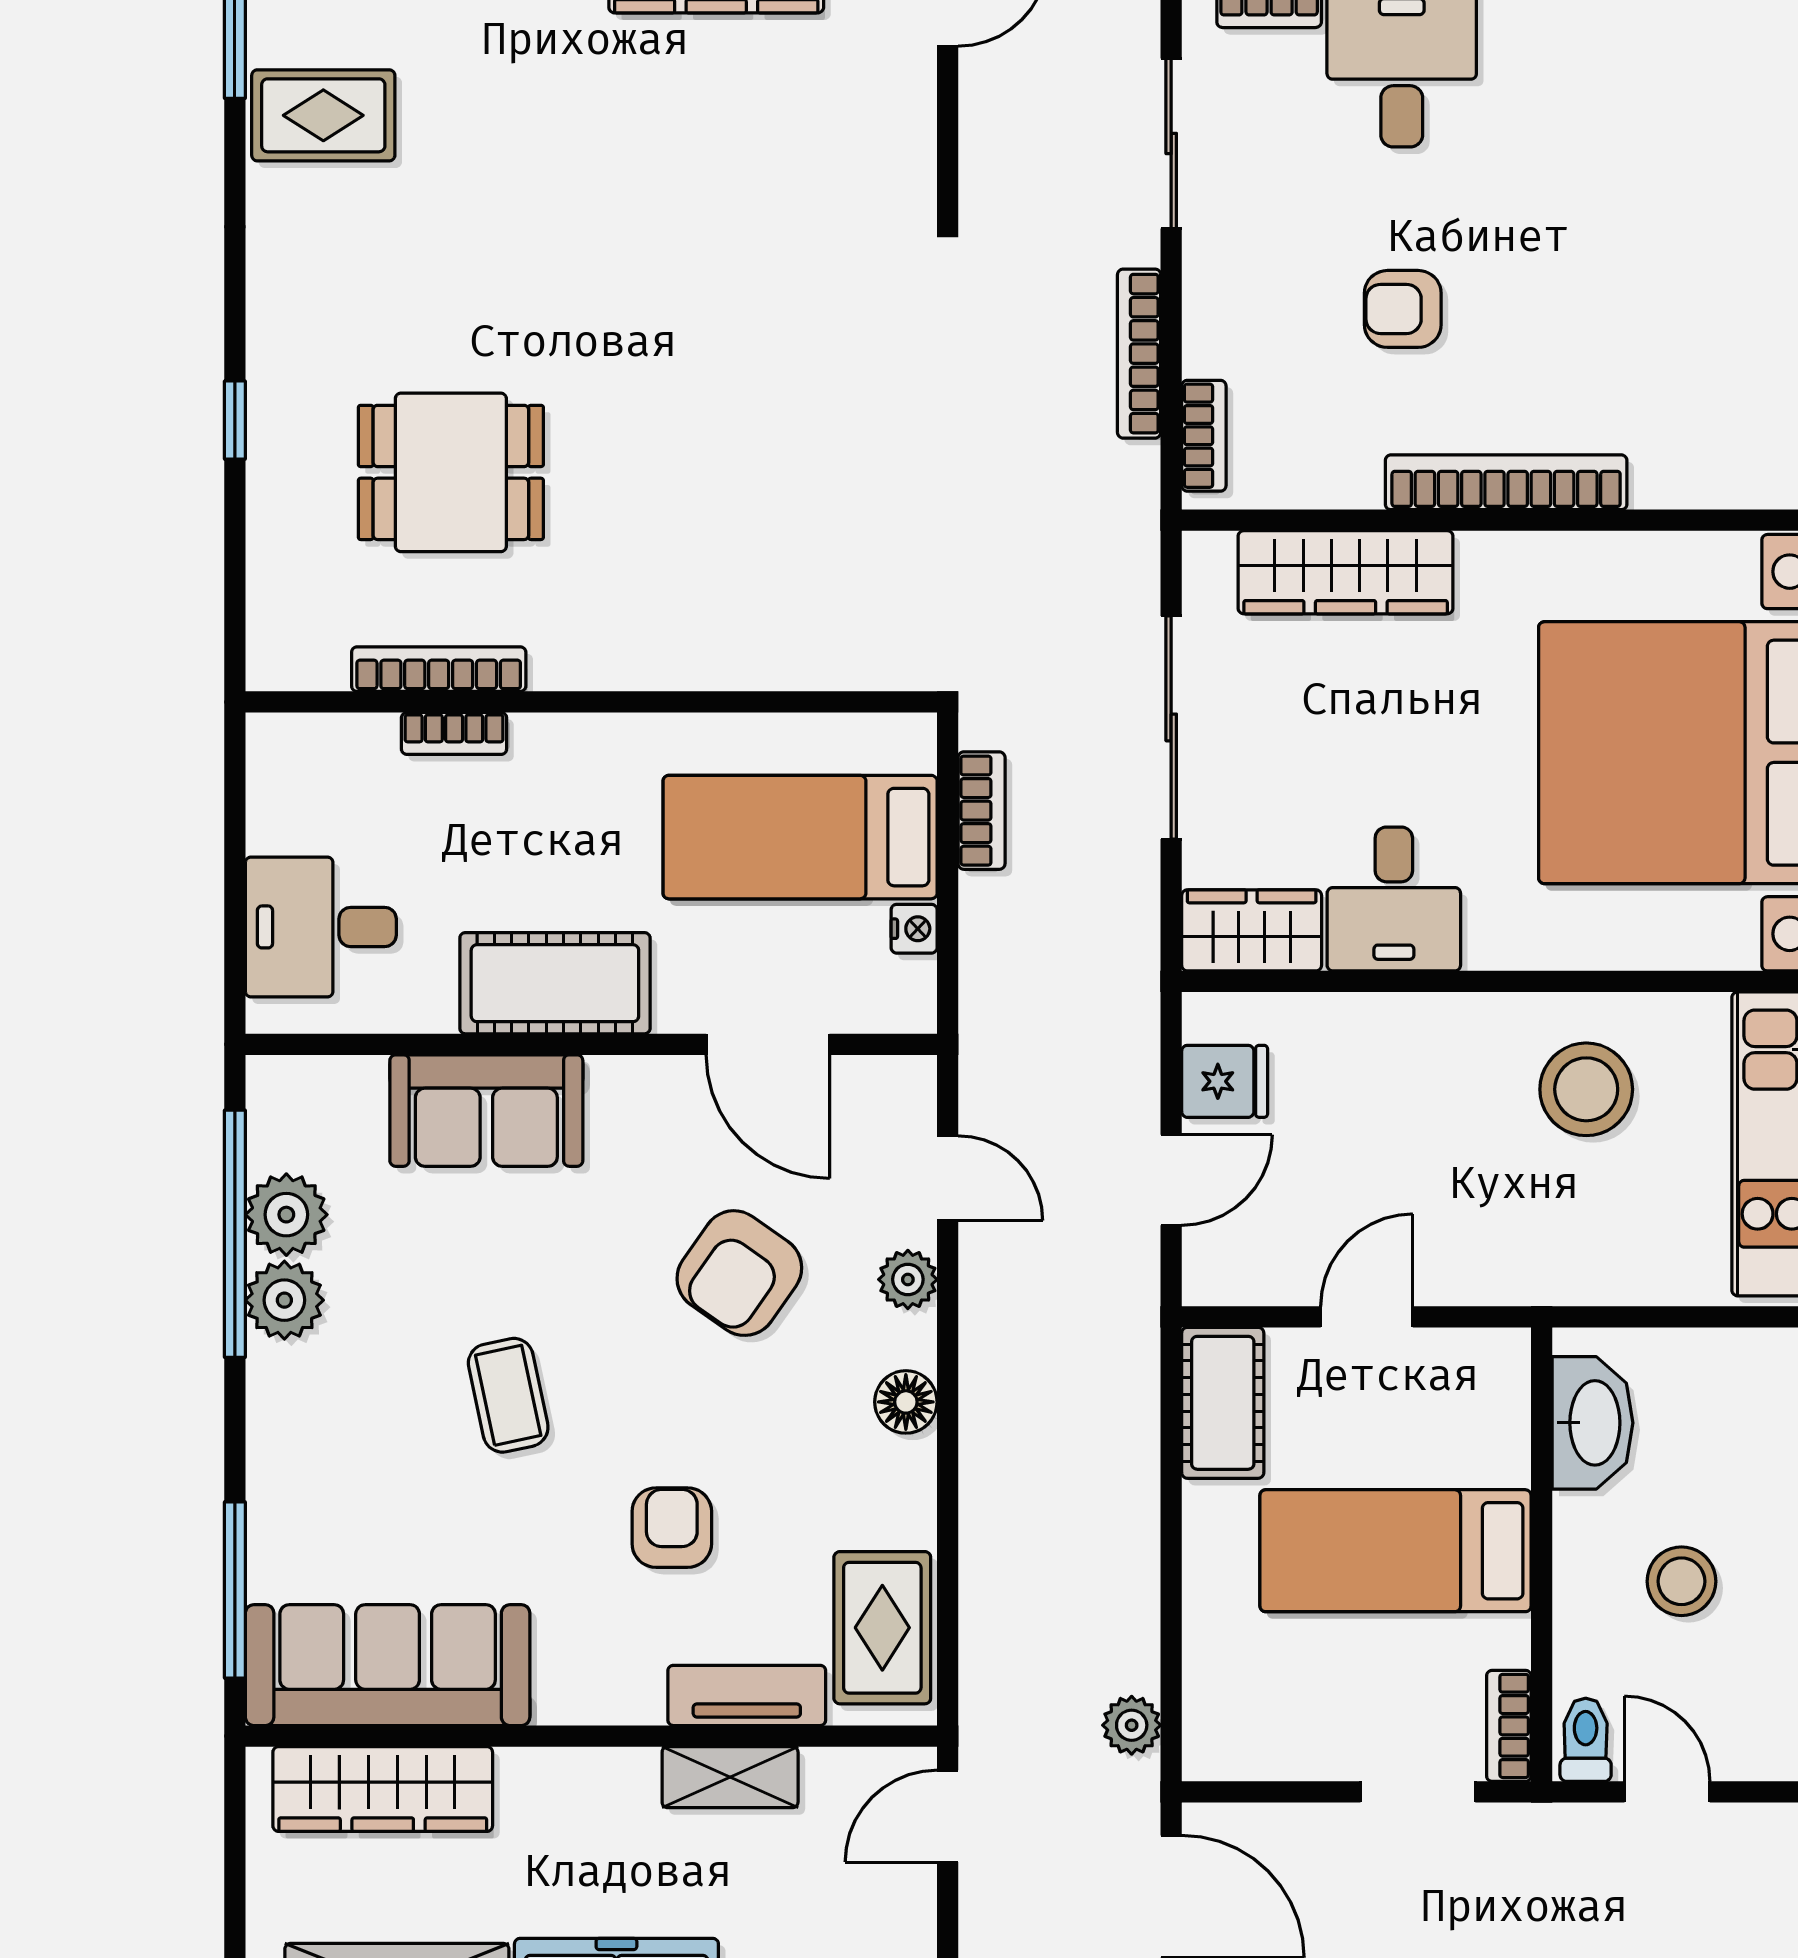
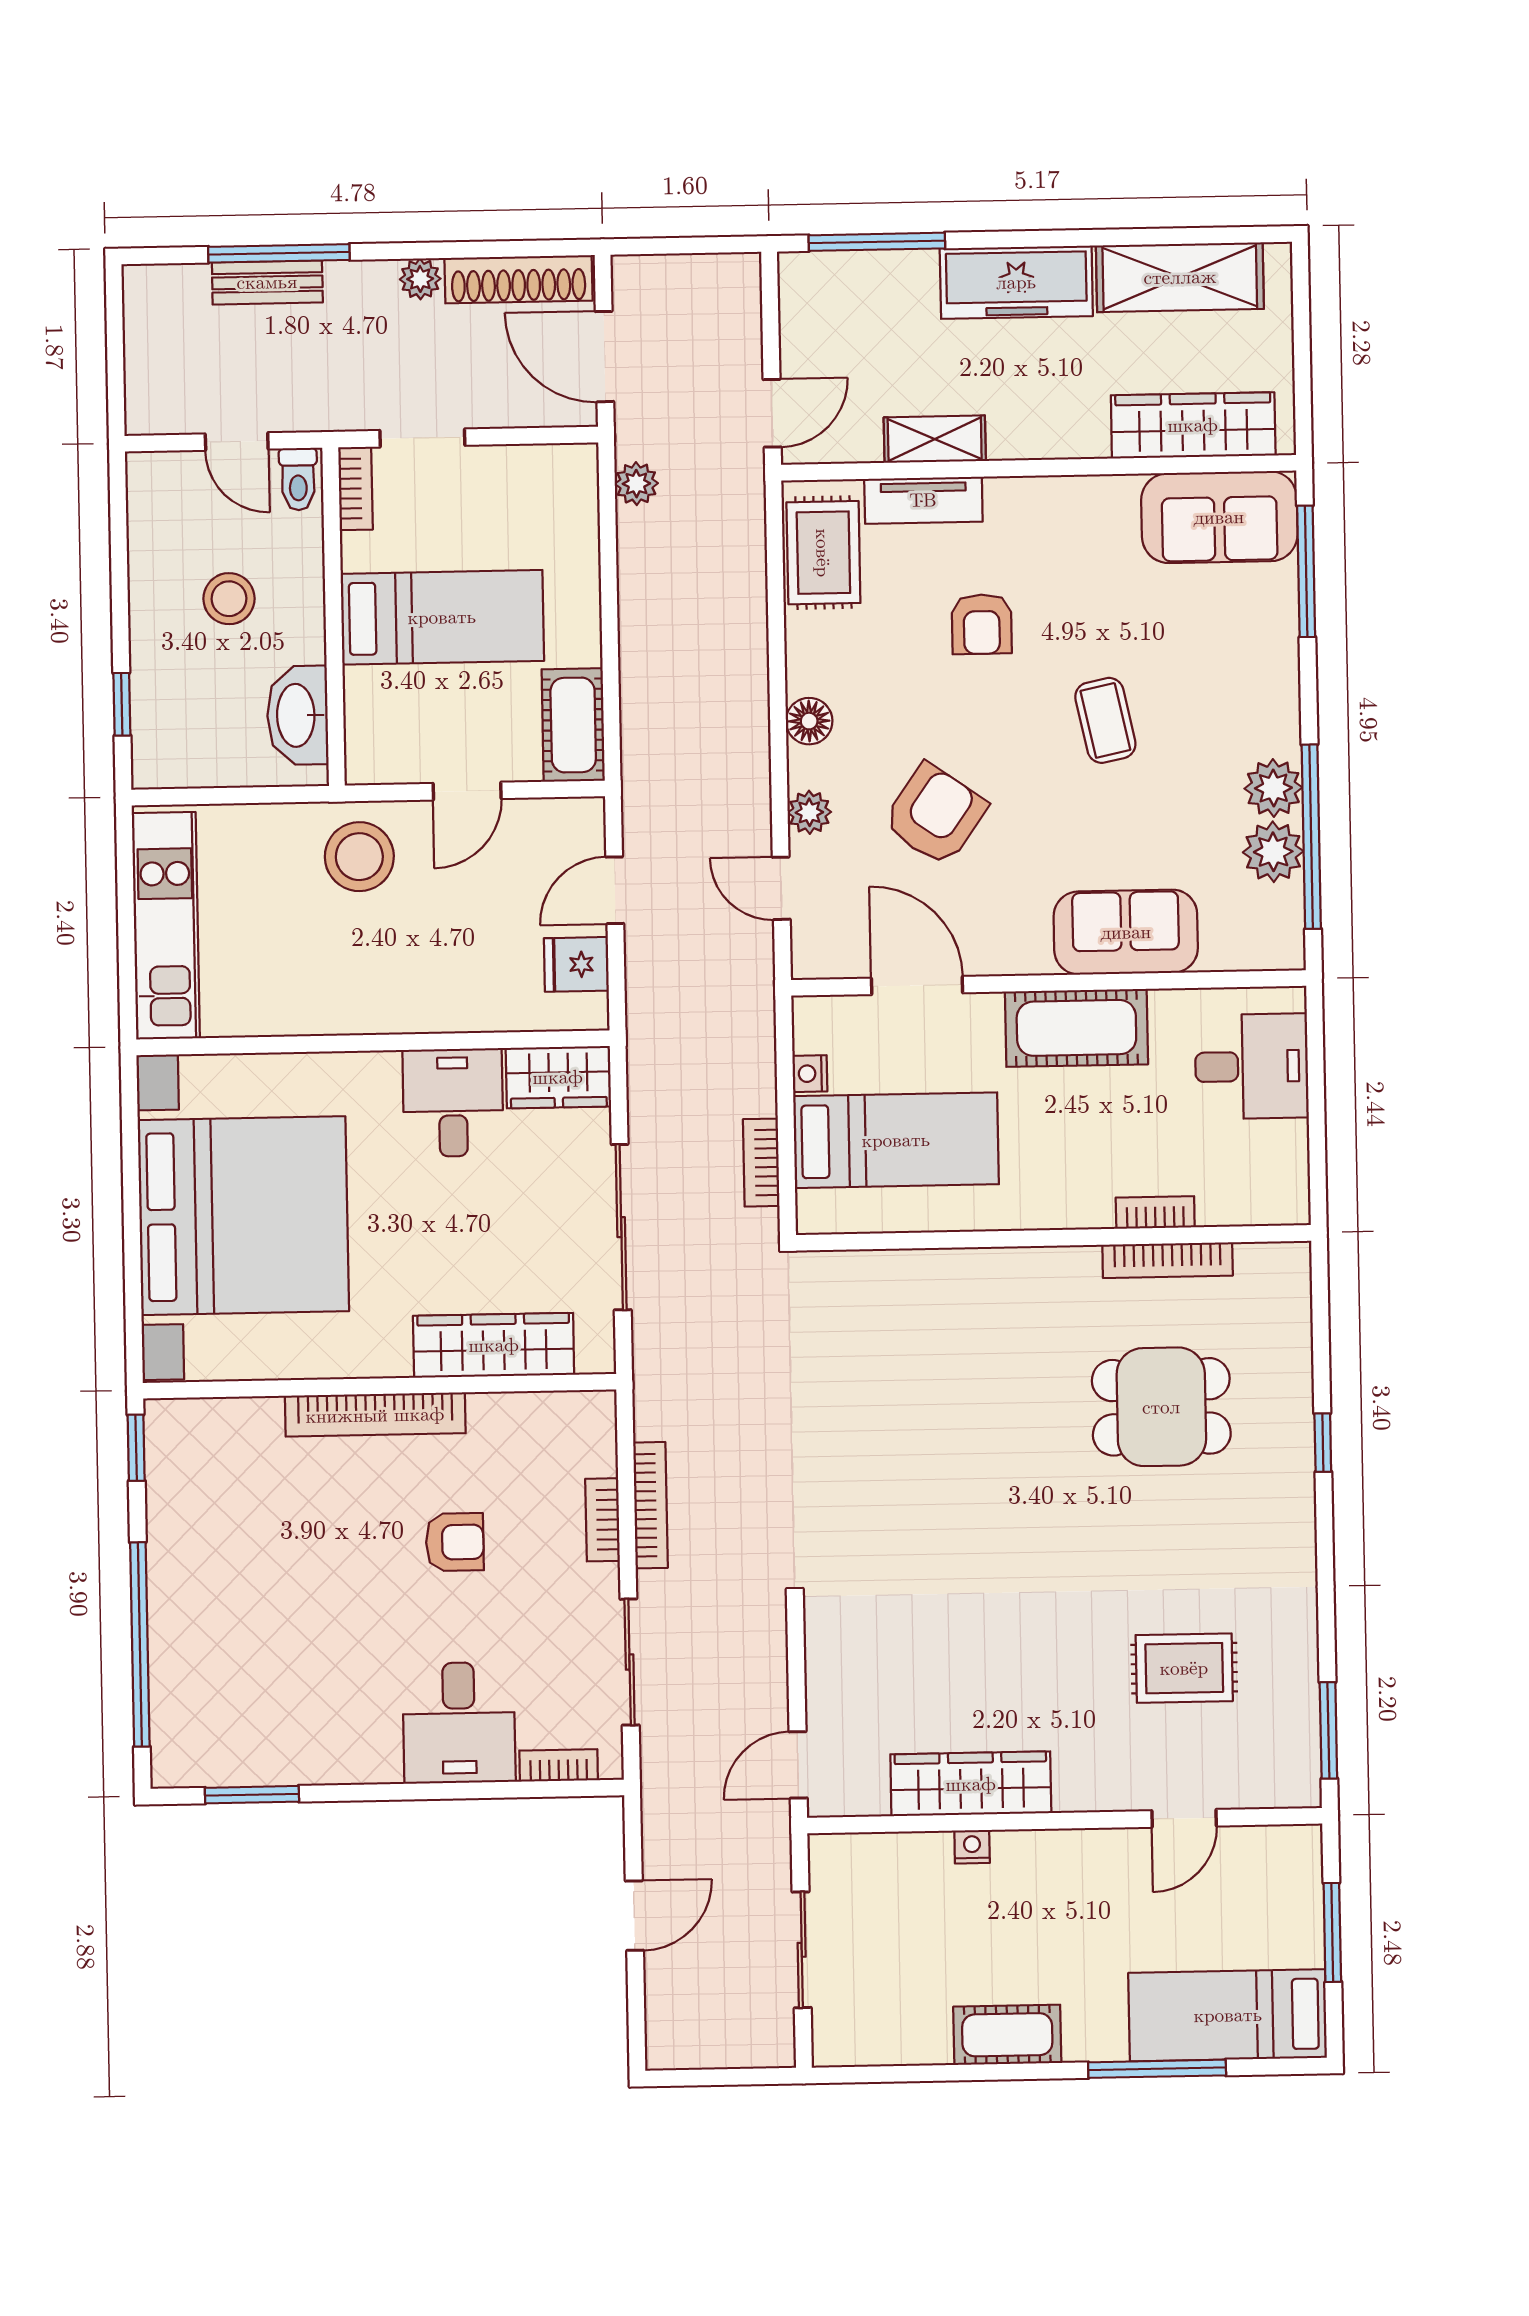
rug: (323, 115) -> (1184, 1668), moved
bookcase: (1204, 436) -> (602, 1520), moved
stool: (1586, 1089) -> (359, 857), moved
sofa: (388, 1665) -> (1219, 517), width x0.73

